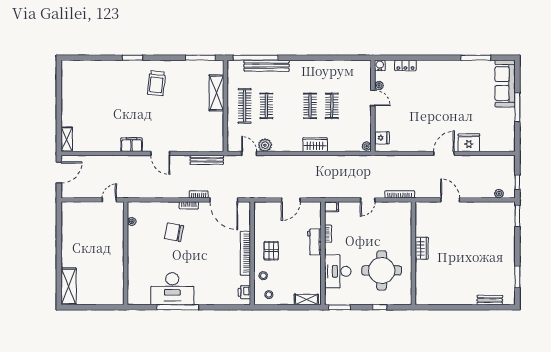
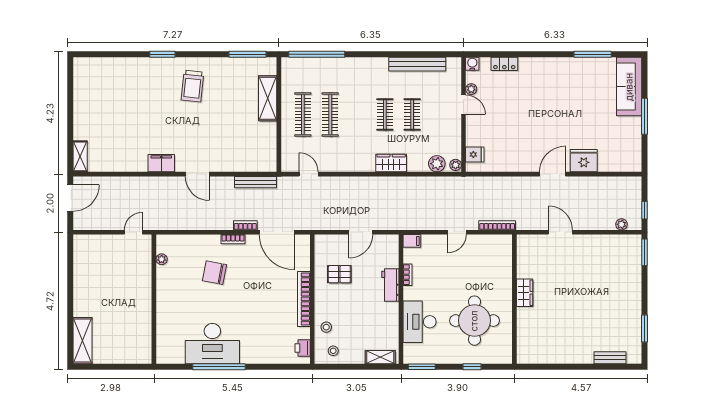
bench: (267, 66) -> (417, 64), moved
clothes rail: (266, 106) -> (330, 114), width x1.36
plant: (265, 145) -> (437, 164), moved
pallet: (271, 251) -> (339, 274), moved, turned 90

